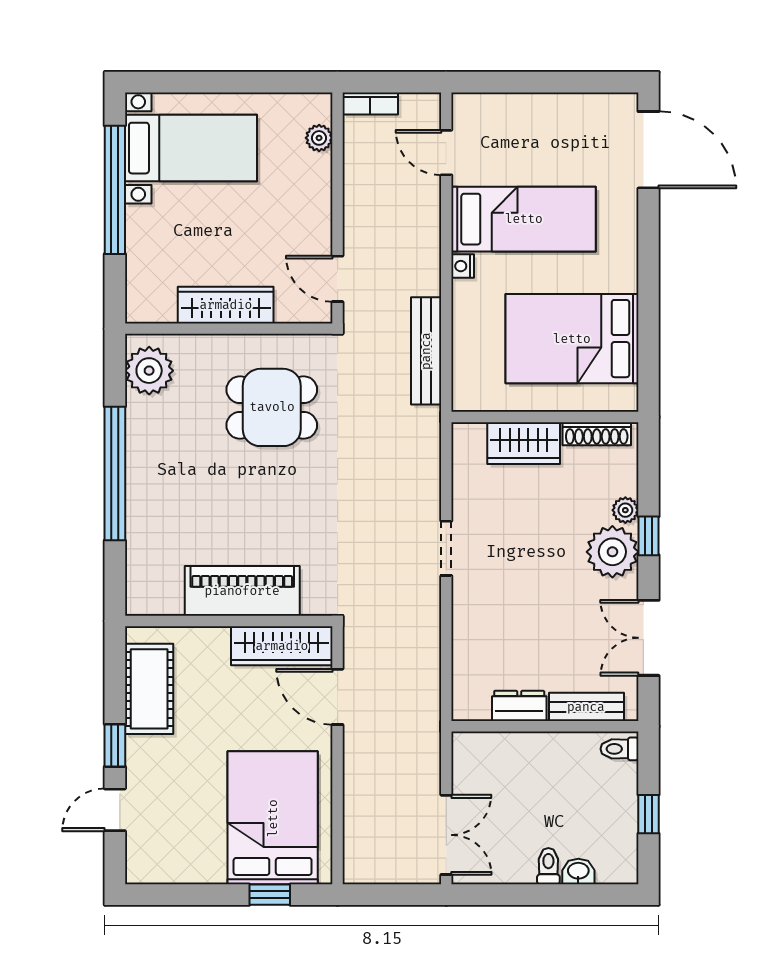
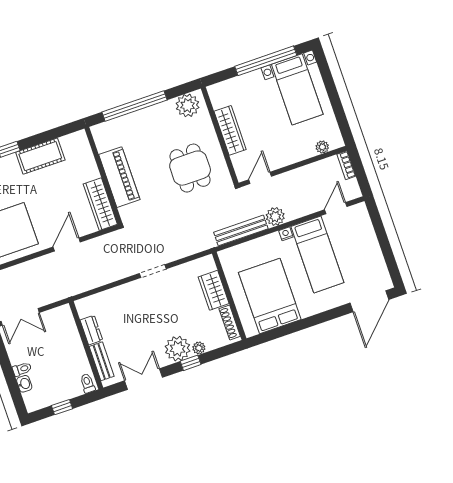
plant: (422, 275) -> (275, 217), added
piano: (242, 591) -> (119, 177), moved
wall: (229, 621) -> (103, 176), moved
wardrobe: (282, 646) -> (100, 204), moved

